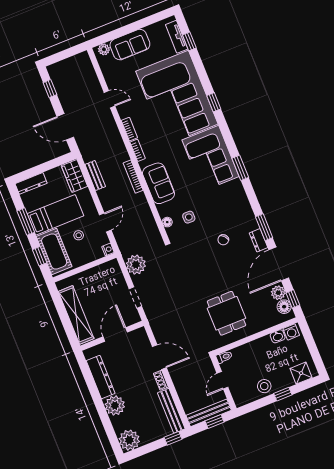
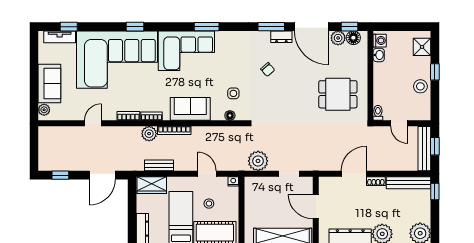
plant: (121, 155) -> (149, 134), added

